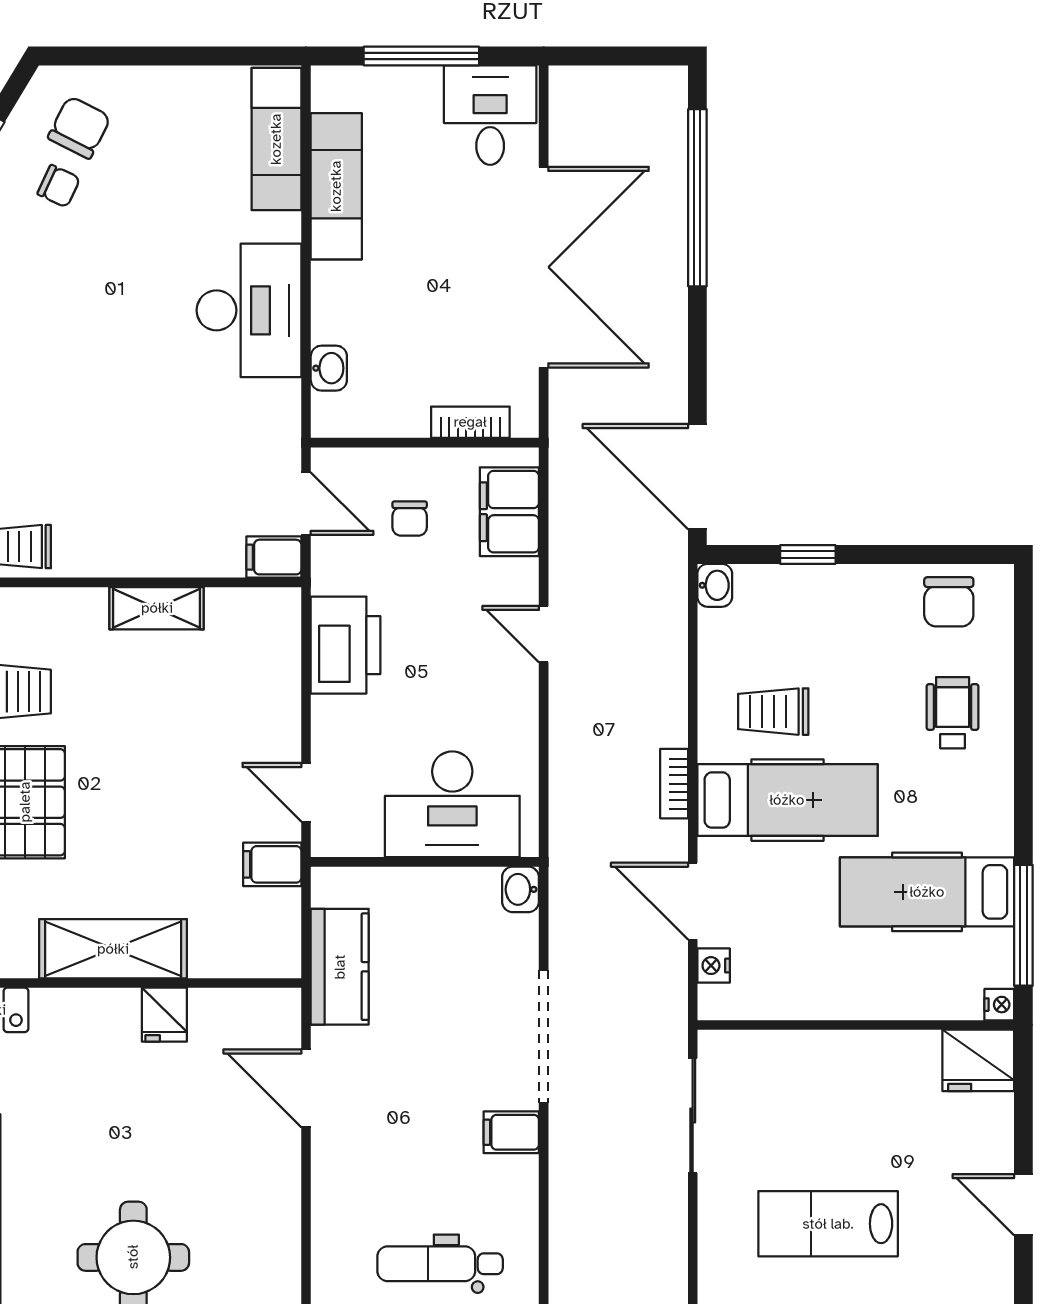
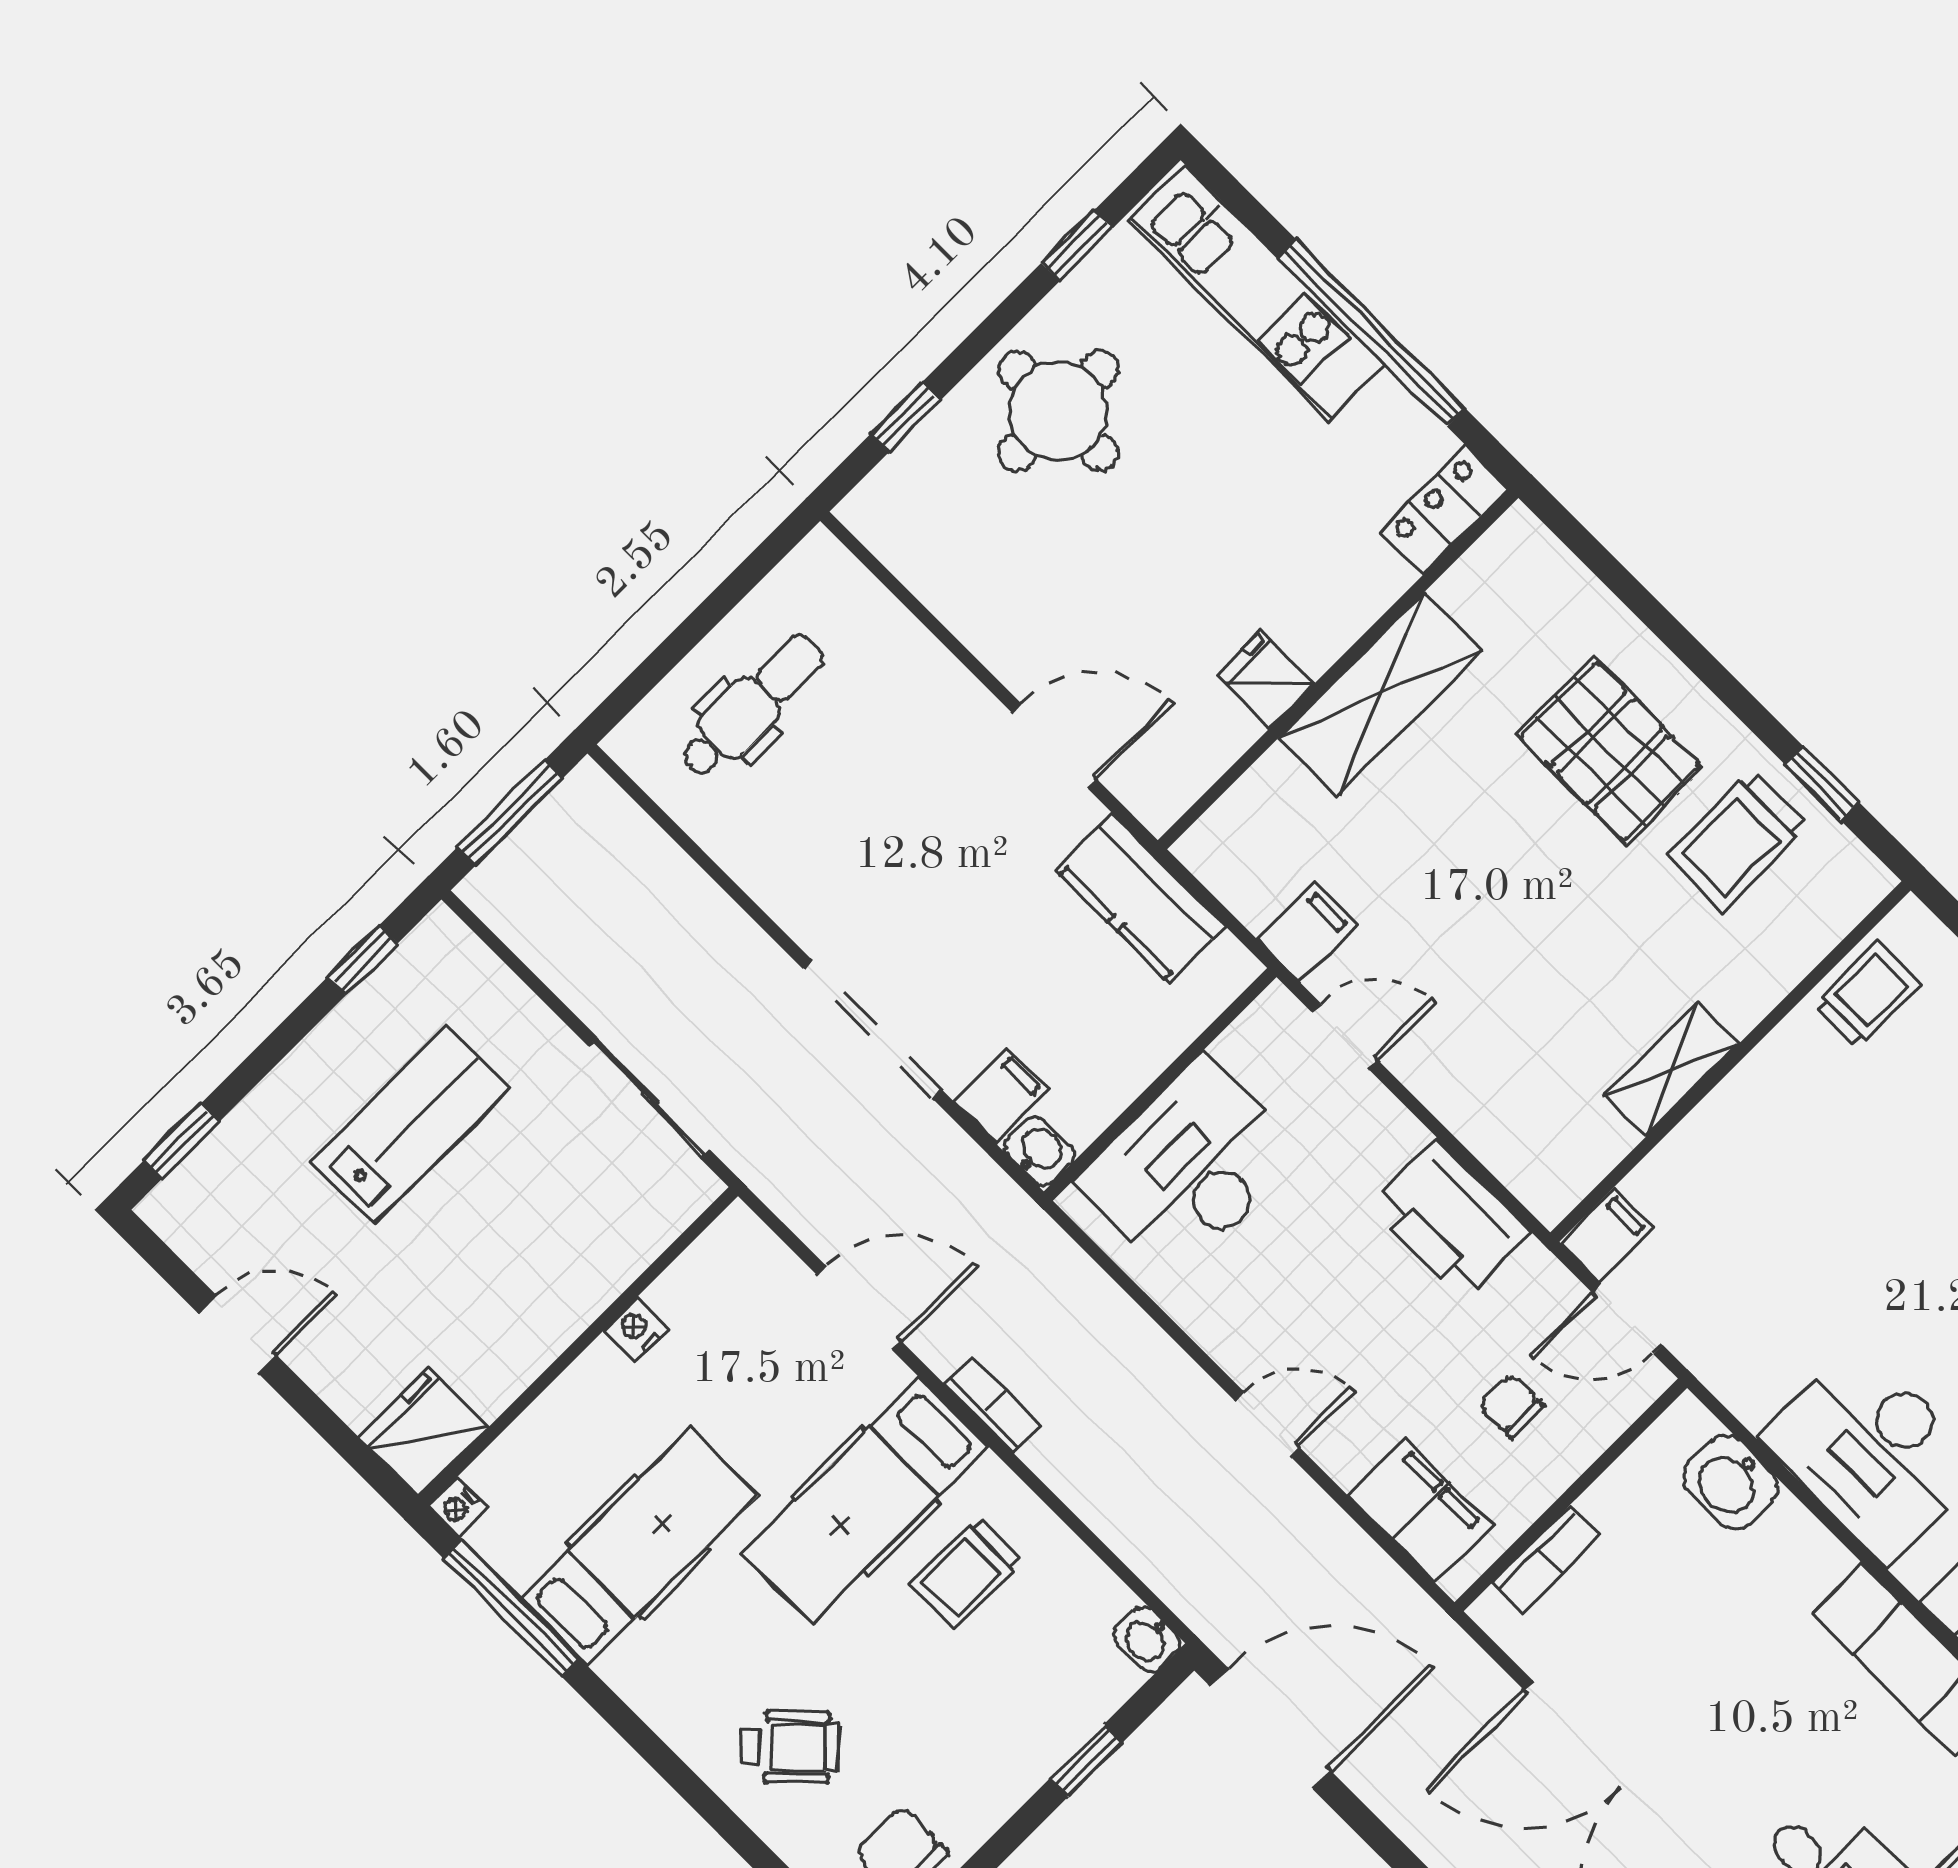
washbasin: (329, 368) -> (1730, 1482), width x1.38, depth x1.45
trolley: (773, 712) -> (966, 1573), turned 180
wheelchair: (953, 713) -> (789, 1747), turned -44
nightstand: (714, 966) -> (637, 1329), moved, turned -90
filing cabinet: (511, 1132) -> (1002, 1096), moved

